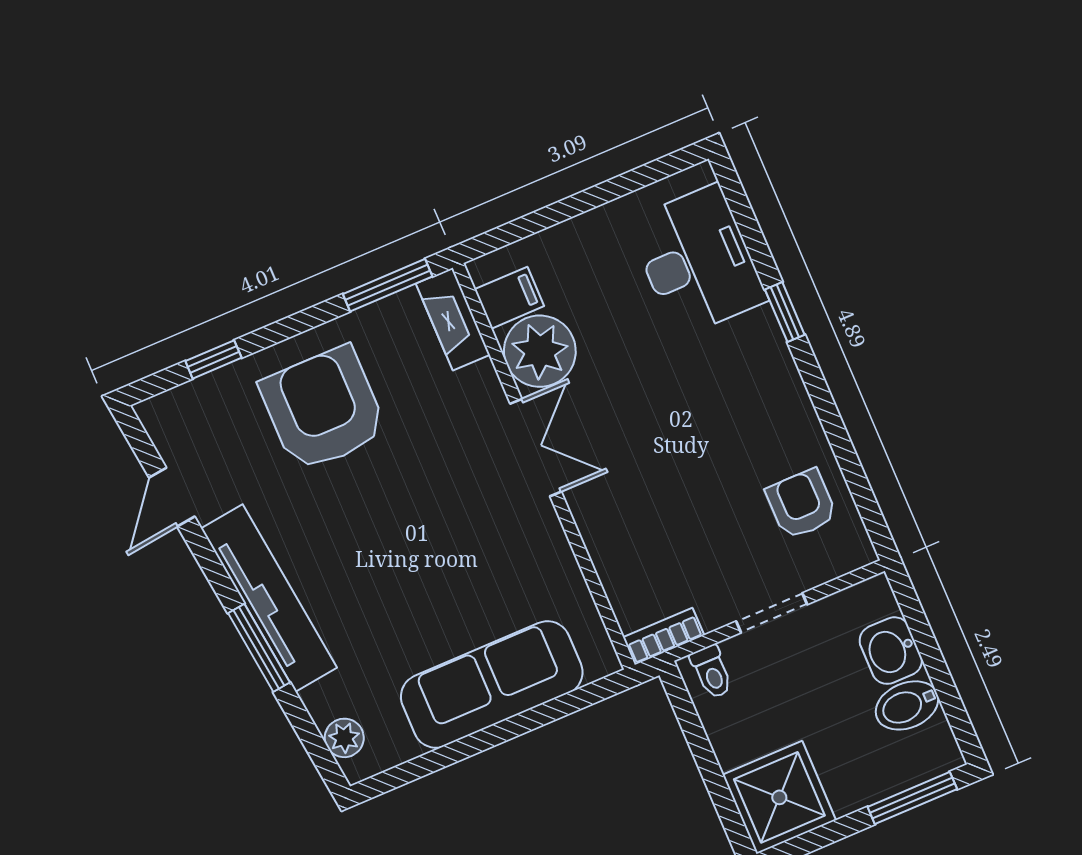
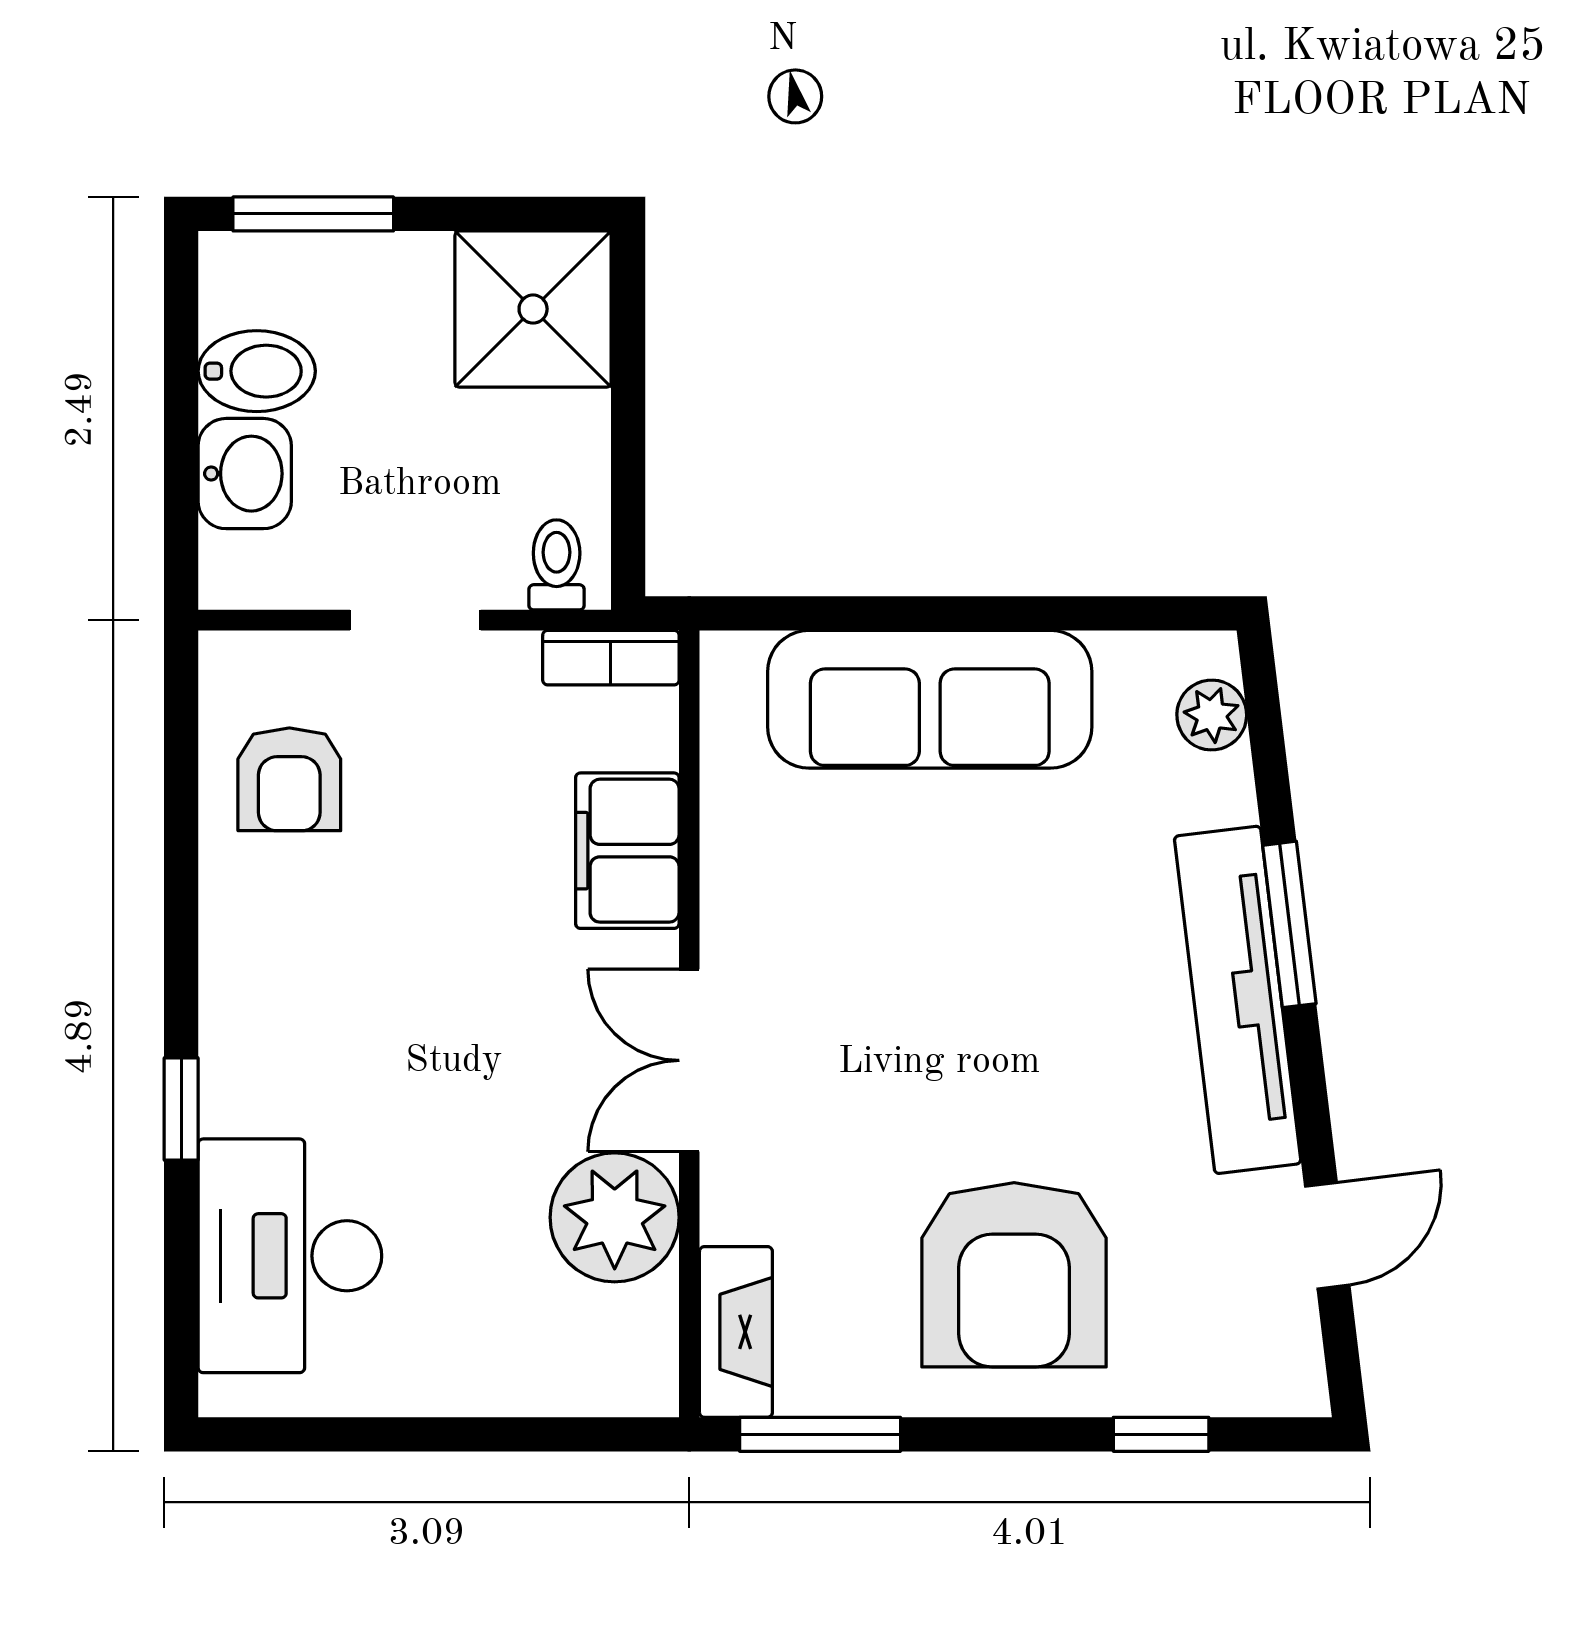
filing cabinet: (509, 298) -> (627, 851), moved, width x2.00

